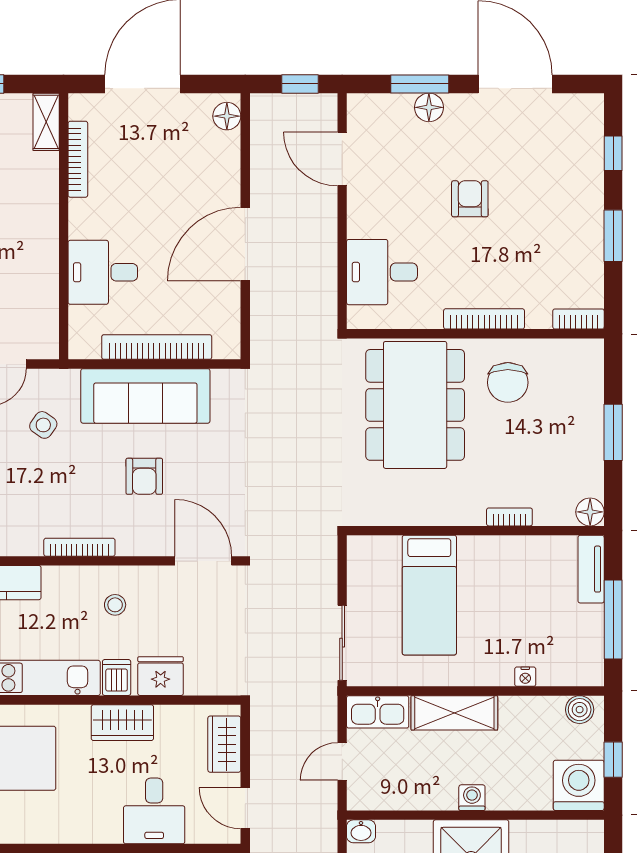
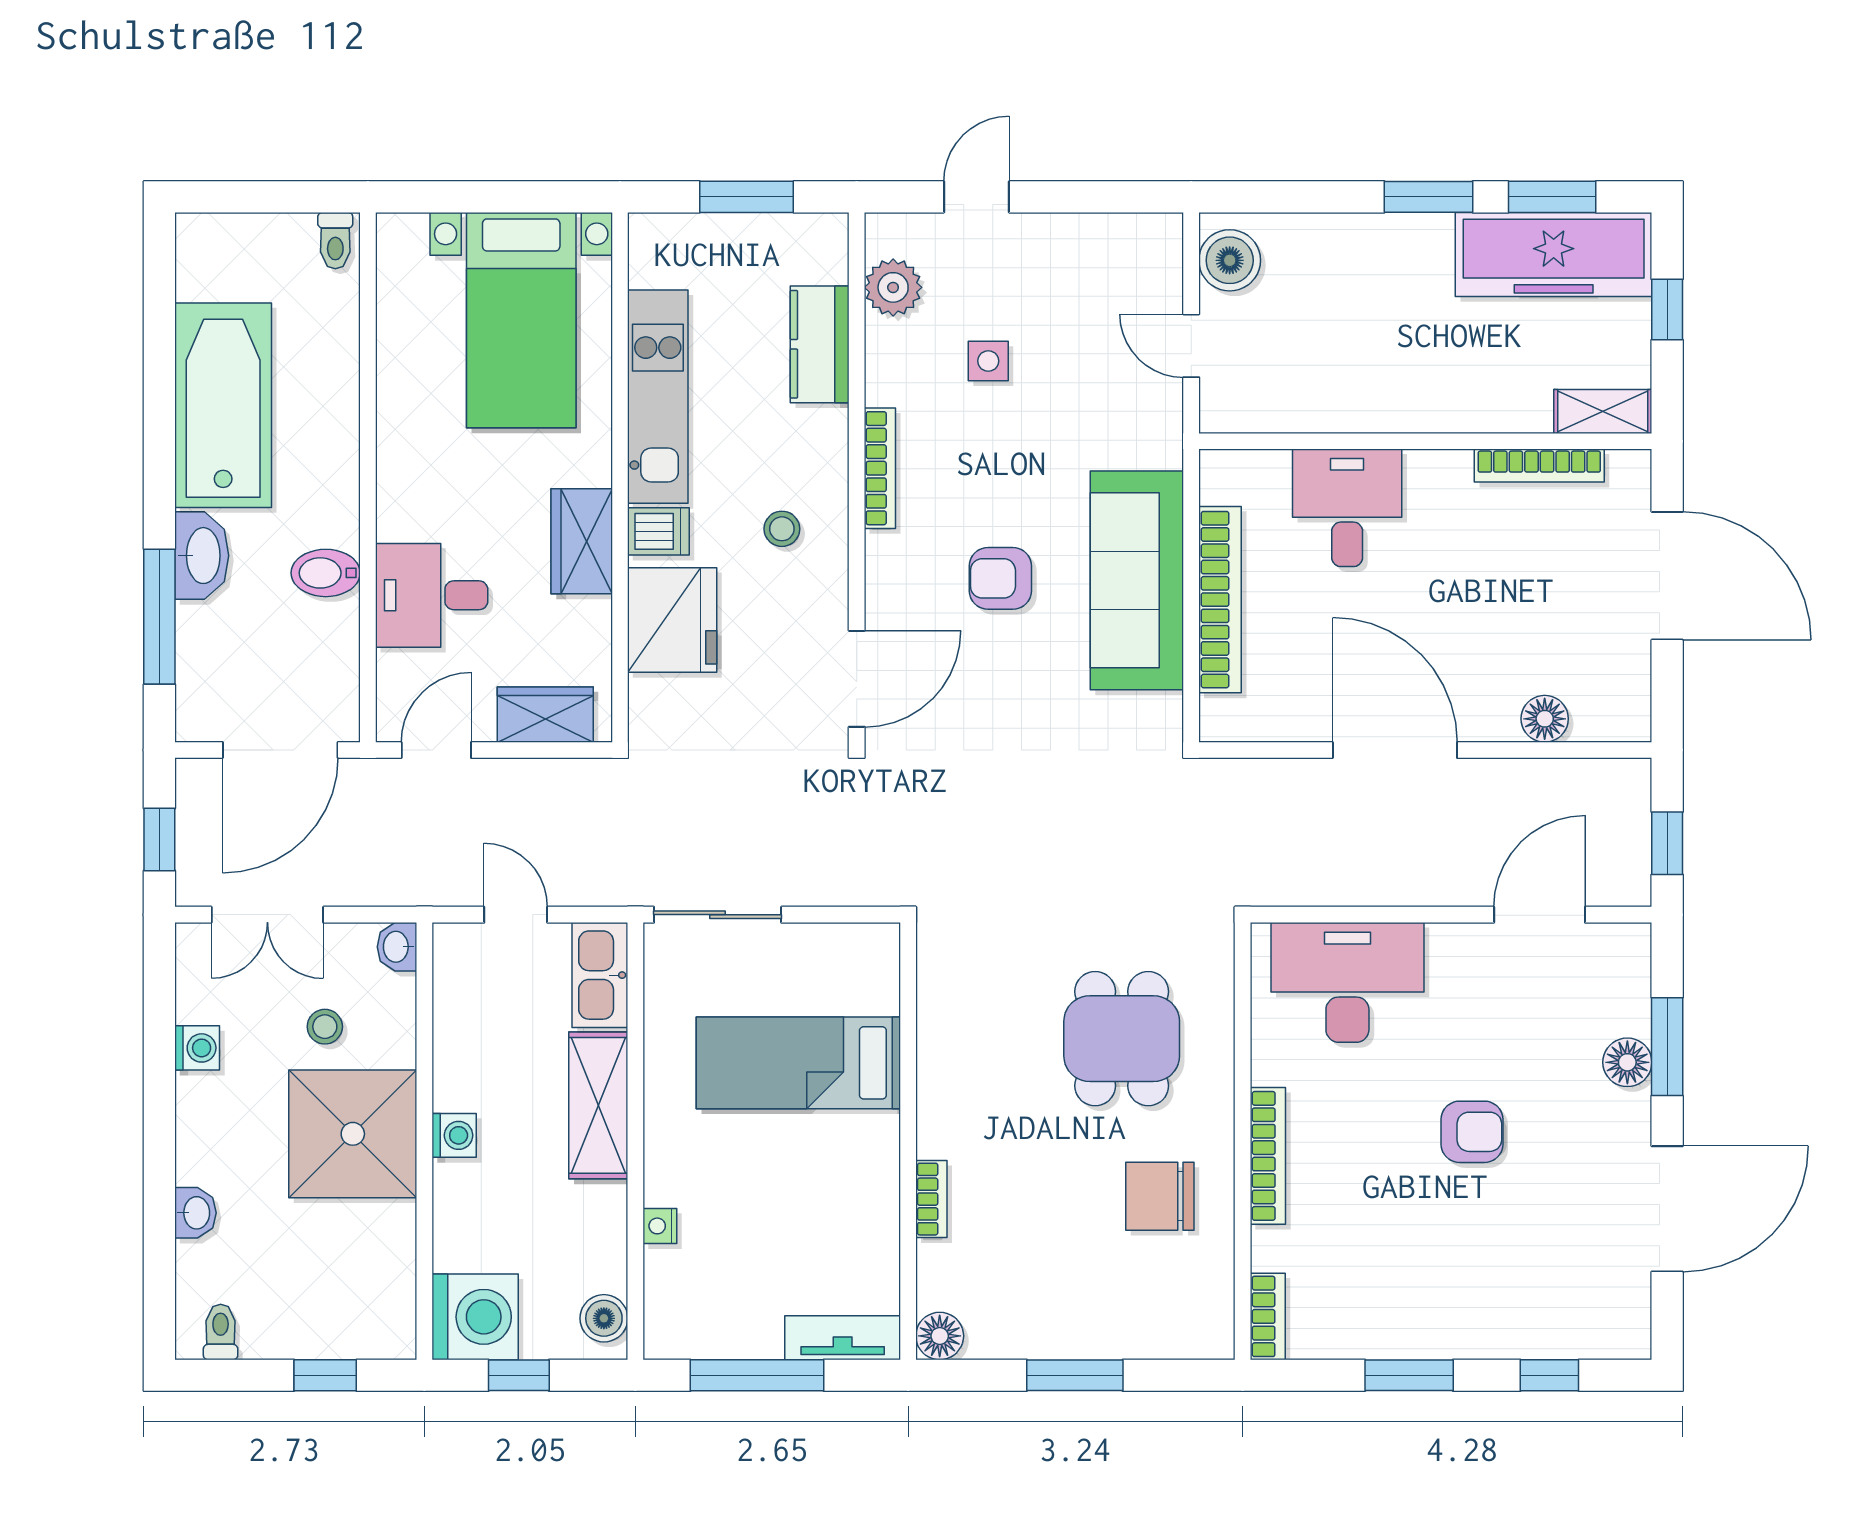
floor lamp: (227, 116) -> (1545, 719), moved
desk: (382, 272) -> (1347, 982), width x1.37
dining table: (415, 405) -> (1122, 1039), width x0.53, depth x0.80
side table: (43, 425) -> (988, 361), moved, turned -35
fridge: (161, 676) -> (672, 620), width x1.36, depth x1.34

